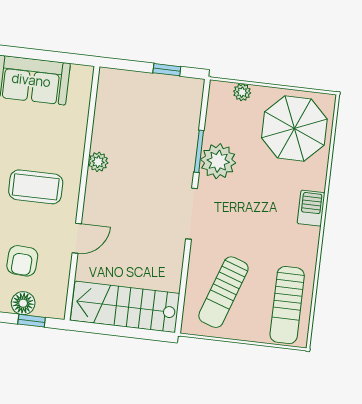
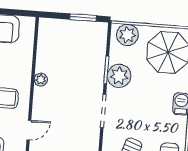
window: (167, 70) -> (83, 18), width x1.50
plant: (242, 92) -> (127, 35), width x1.88, depth x1.88

